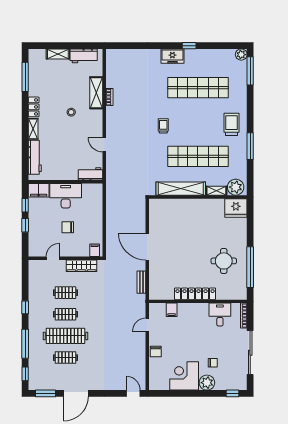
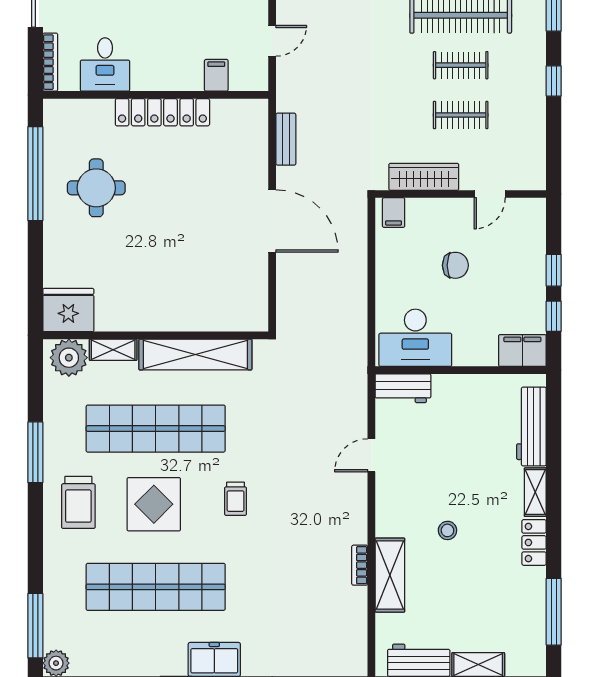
display table: (199, 124) -> (154, 504), added
door: (104, 145) -> (371, 455), swing flipped
desk: (66, 196) -> (415, 338), moved

